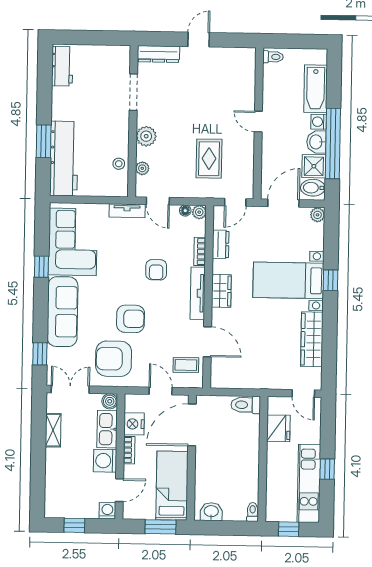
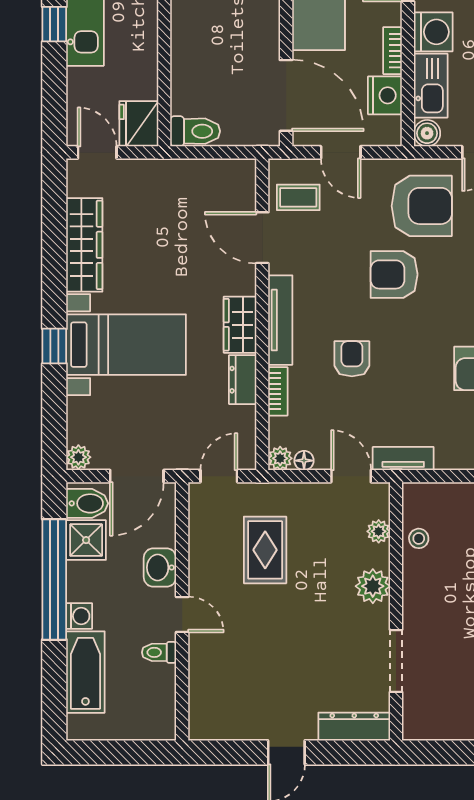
toilet: (273, 57) -> (159, 652), moved
washbasin: (316, 142) -> (160, 568), moved, turned 180
dresser: (221, 244) -> (243, 380), moved
door: (192, 425) -> (286, 95), hinge flipped
fridge: (278, 428) -> (139, 124), moved

